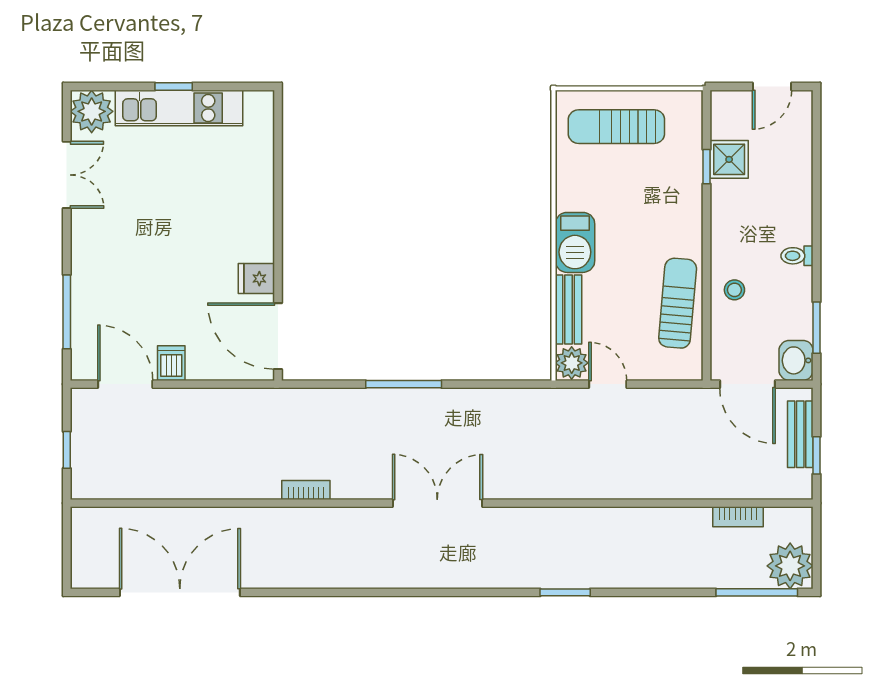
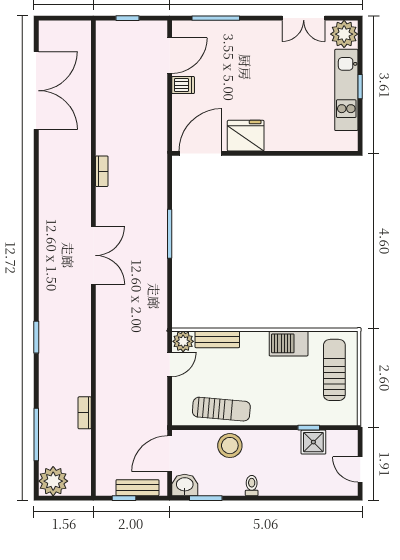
barbecue: (575, 242) -> (289, 343), moved
fridge: (256, 279) -> (246, 136), width x1.88, depth x1.34
stool: (734, 290) -> (230, 446), width x1.89, depth x1.89
bookcase: (738, 517) -> (85, 413), moved
window: (757, 592) -> (36, 434), moved

